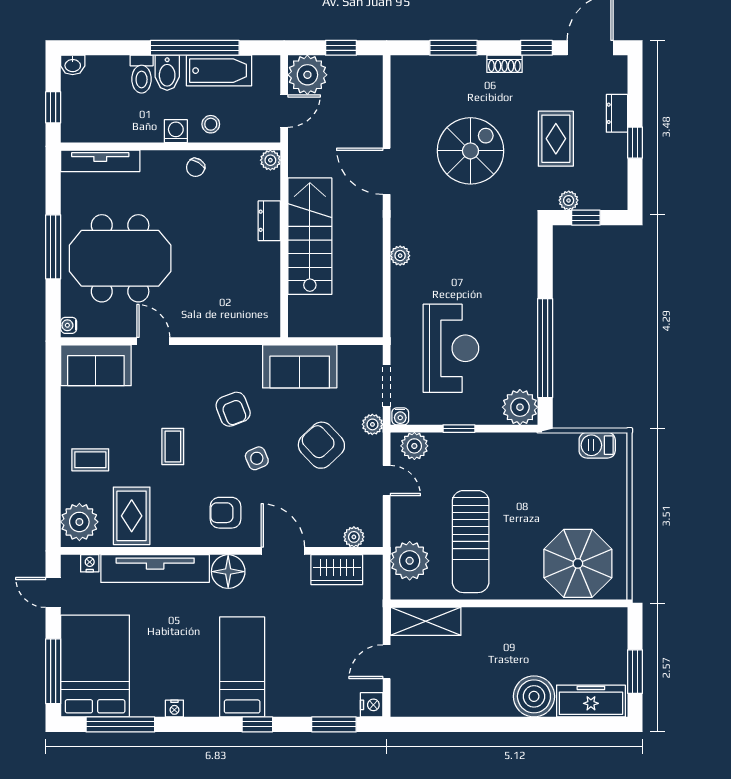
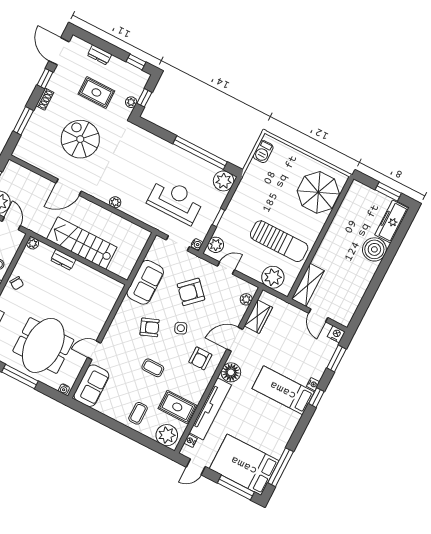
window: (635, 143) -> (136, 62), moved
plant: (372, 424) -> (194, 260), removed
nightstand: (174, 709) -> (313, 384), moved

